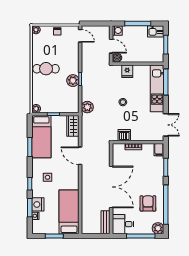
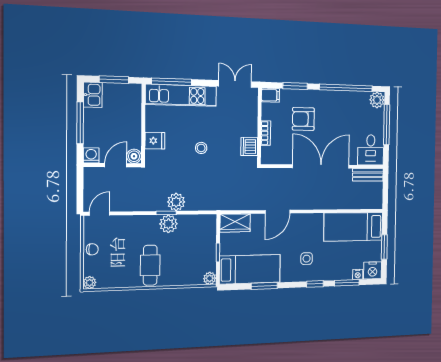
plant: (87, 107) -> (176, 202), moved
armchair: (148, 203) -> (303, 119), moved
nightstand: (38, 204) -> (373, 270), moved

